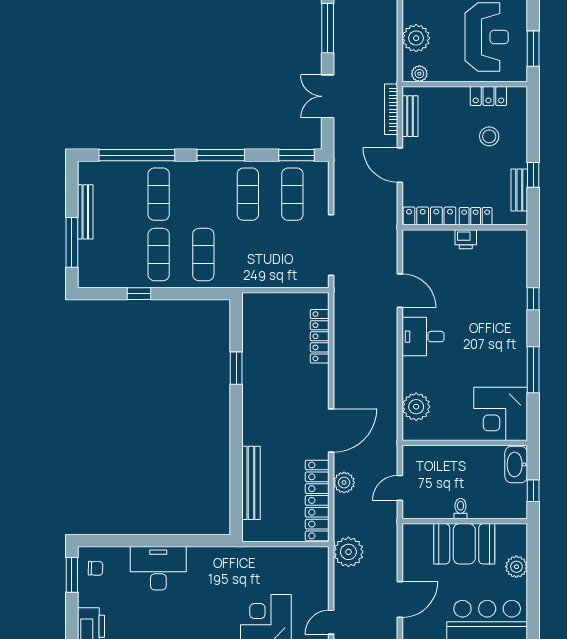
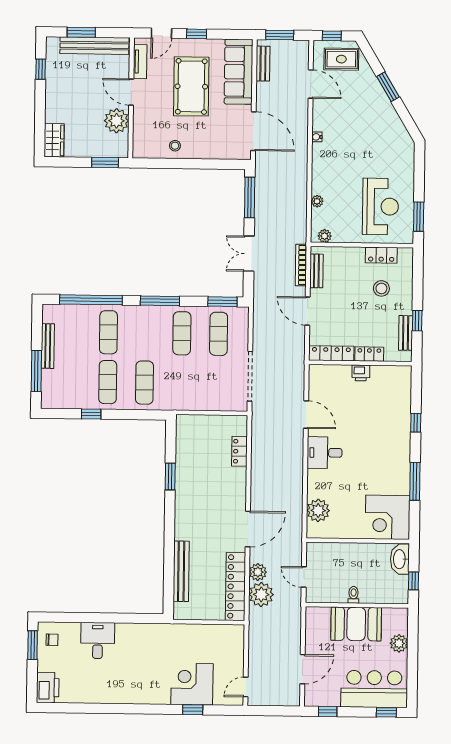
plant: (416, 38) -> (317, 201), width x0.53, depth x0.53
locker: (320, 336) -> (239, 451), width x0.66
door: (400, 488) -> (304, 577), hinge flipped
plant: (348, 552) -> (261, 594), moved
desk: (158, 568) -> (98, 640), width x0.73

